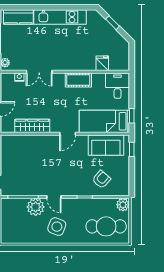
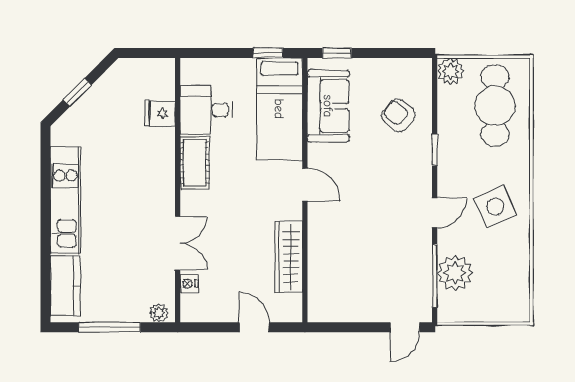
desk: (118, 86) -> (206, 110), moved
plant: (36, 207) -> (455, 273), moved
side table: (57, 227) -> (495, 207), turned 45

